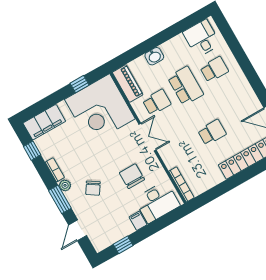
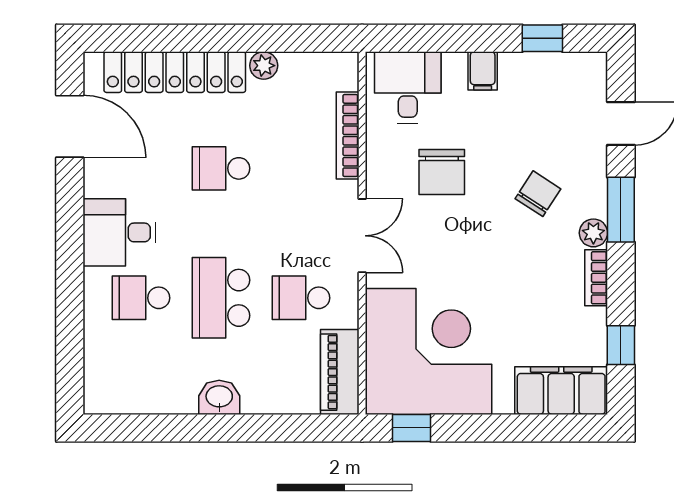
desk: (202, 38) -> (120, 232), moved, turned 90
washbasin: (154, 56) -> (219, 397), moved
window: (80, 84) -> (412, 428), moved
double door: (147, 137) -> (362, 236), swing flipped
plant: (218, 178) -> (264, 66), added
bookcase: (181, 184) -> (348, 136), moved
desk: (157, 202) -> (408, 87), width x0.73

